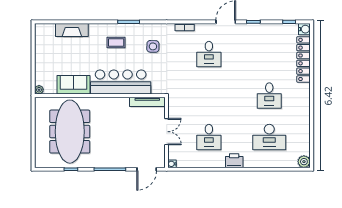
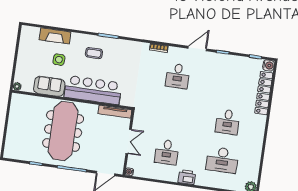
side table: (153, 46) -> (59, 60), moved
meeting table: (70, 132) -> (63, 131), moved

